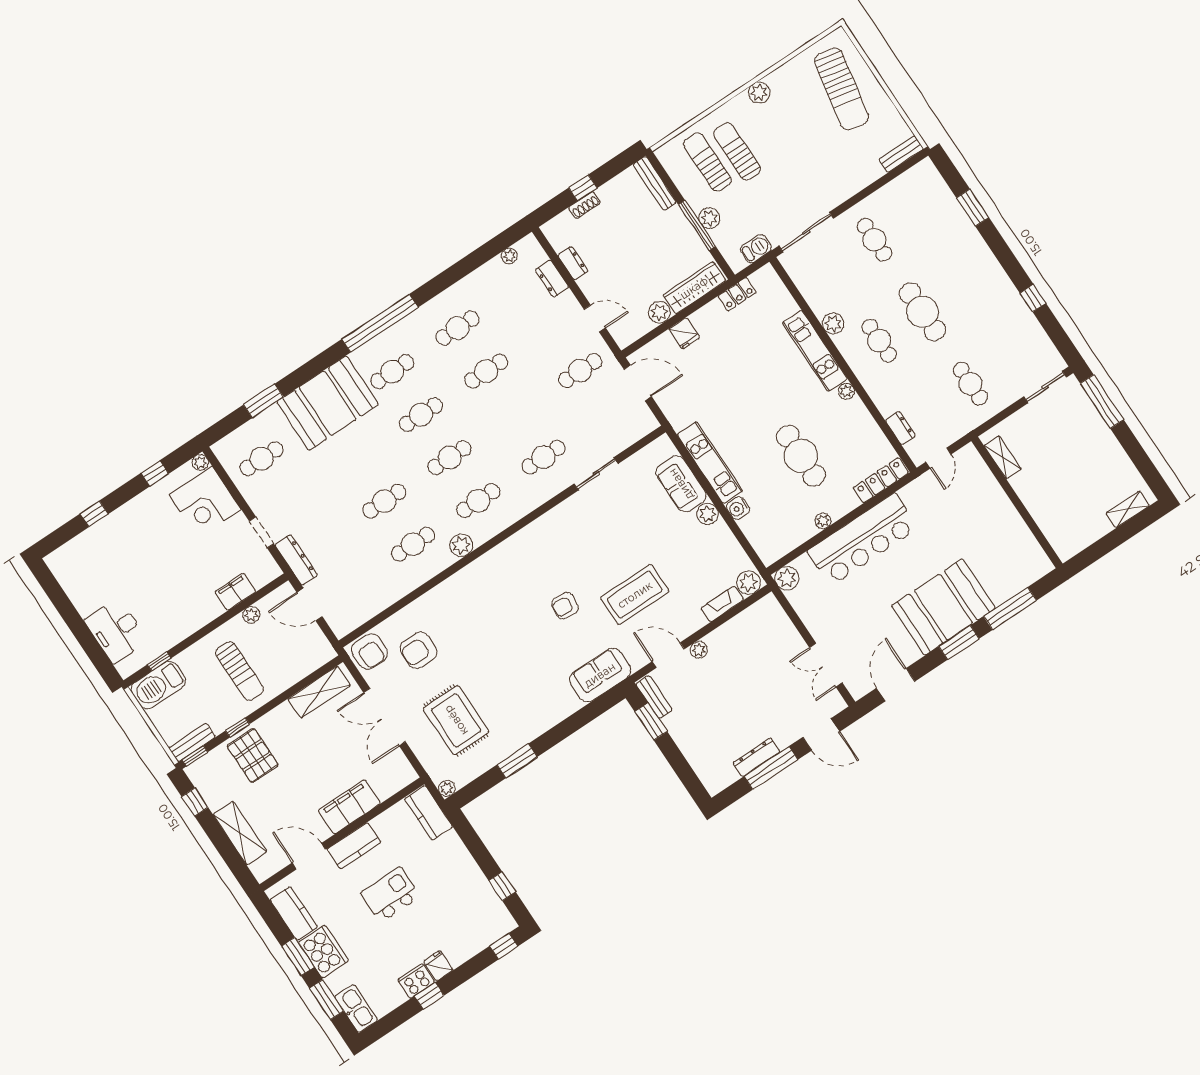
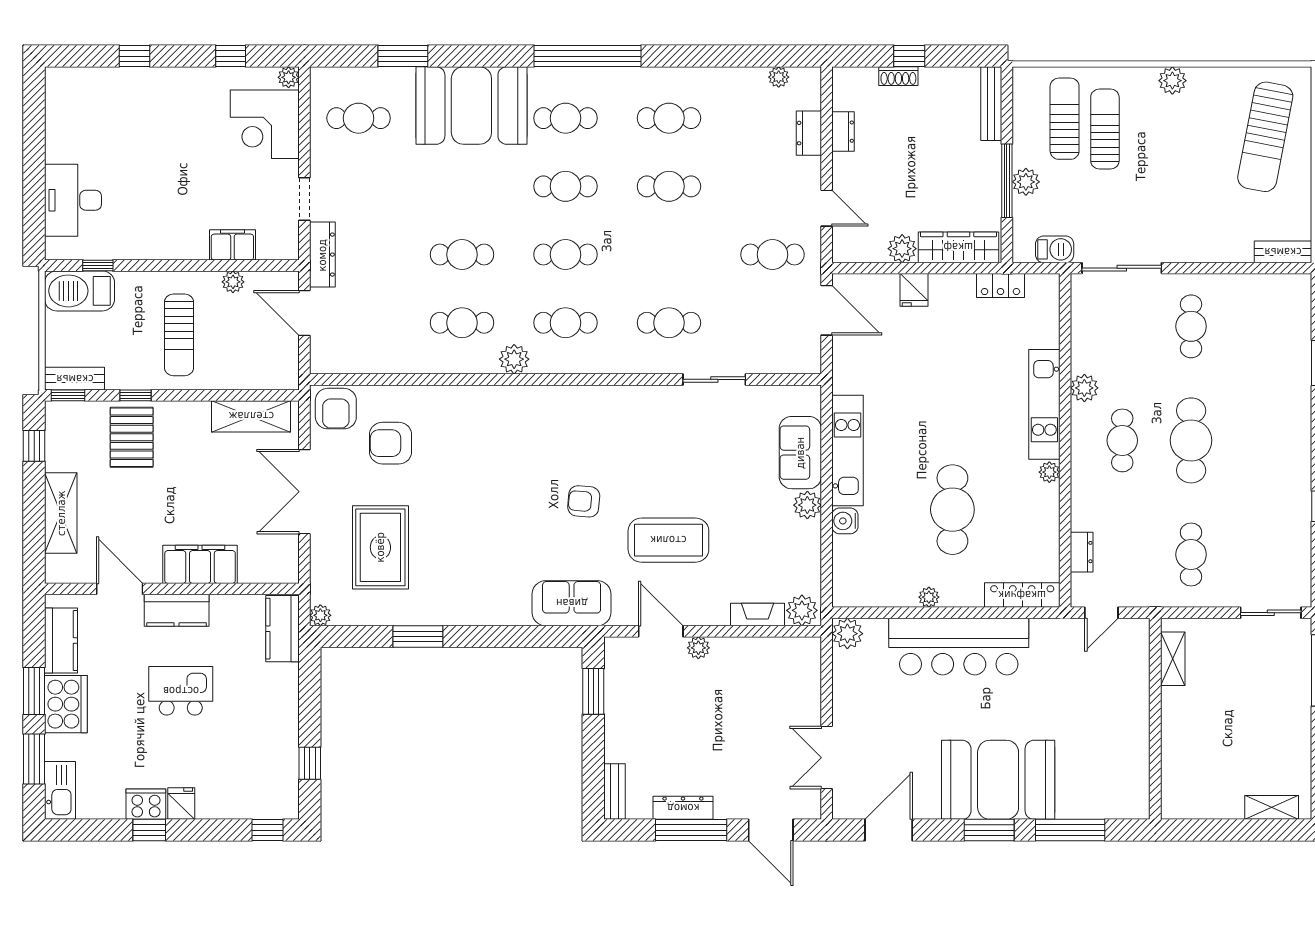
bench: (654, 697) -> (615, 792), moved

